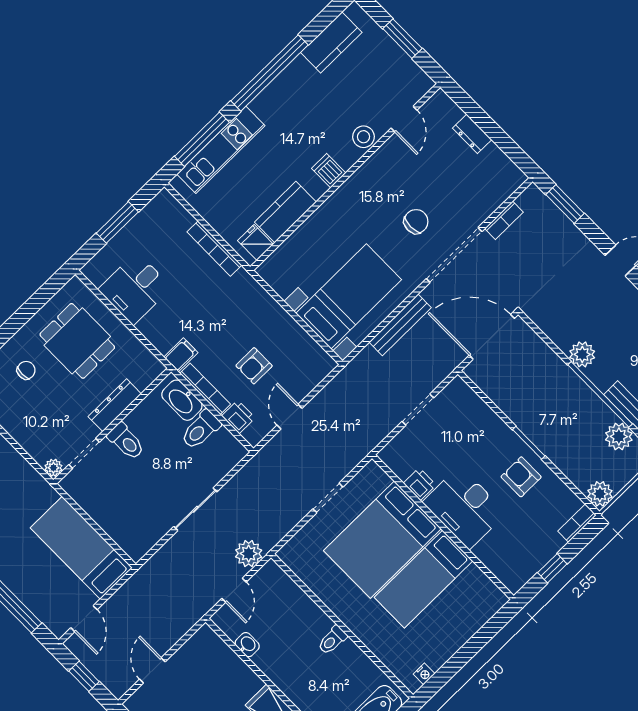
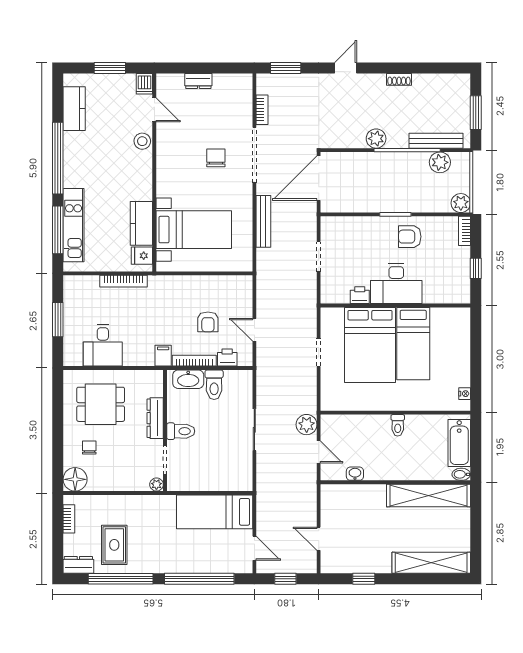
dishwasher: (329, 171) -> (144, 84), moved, turned -90
bed with nightstands: (349, 296) -> (194, 230), moved, turned 90

